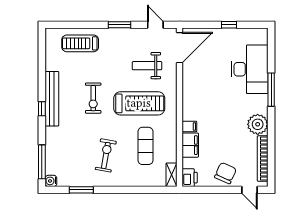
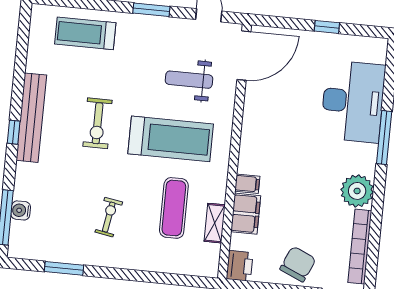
exercise bike: (106, 155) -> (109, 217), width x0.73, depth x0.72
shelving: (172, 175) -> (215, 223), moved
water cooler: (51, 181) -> (21, 210), moved

